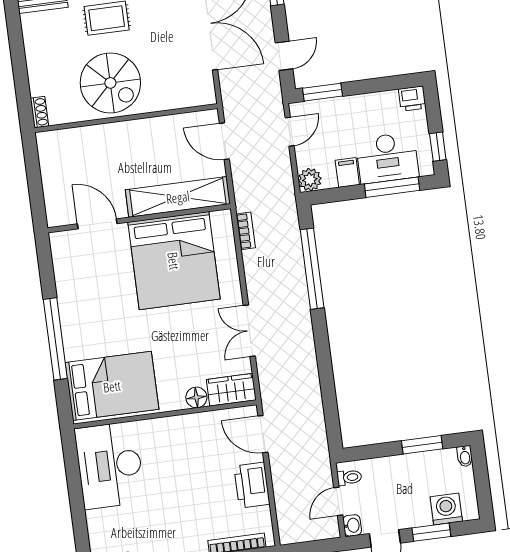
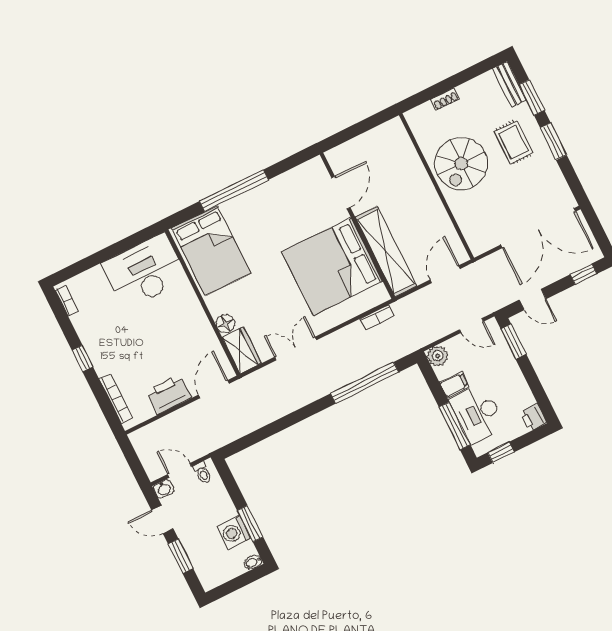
shoe rack: (39, 112) -> (445, 99), moved
washing machine: (446, 509) -> (234, 532), moved, turned 180

